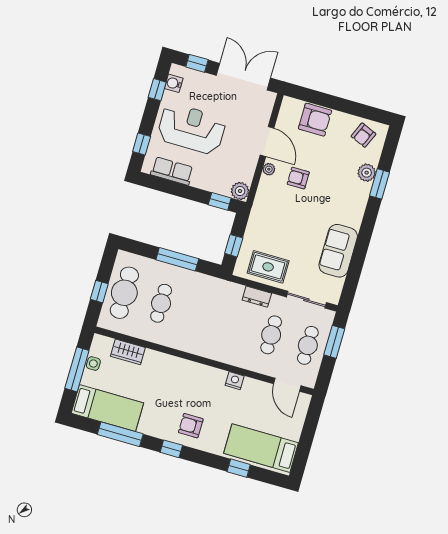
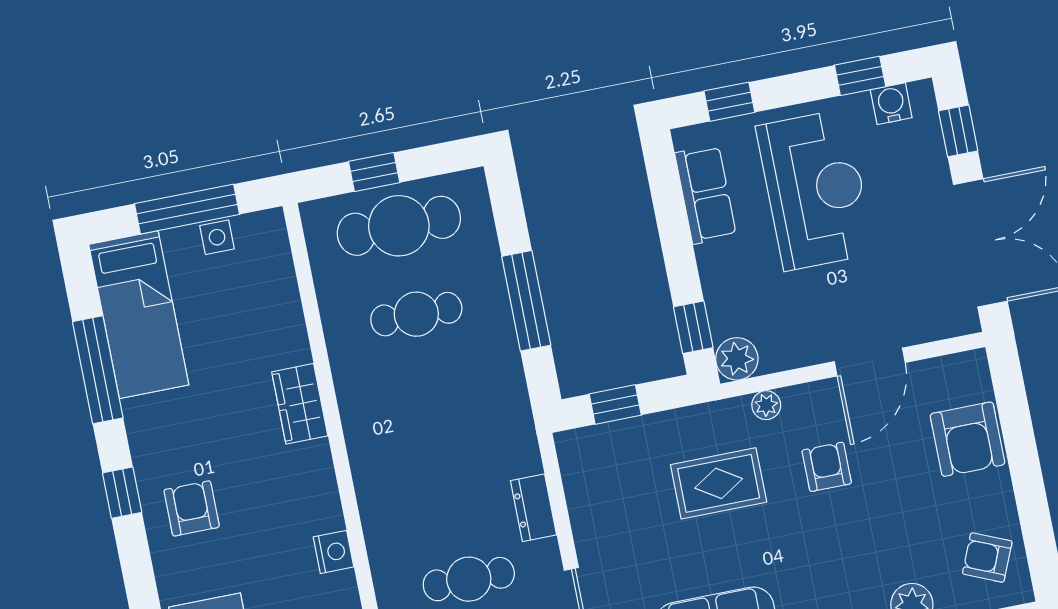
plant: (269, 169) -> (766, 405), moved
rug: (268, 267) -> (719, 483), moved, turned 90
wardrobe: (128, 352) -> (300, 404), moved

